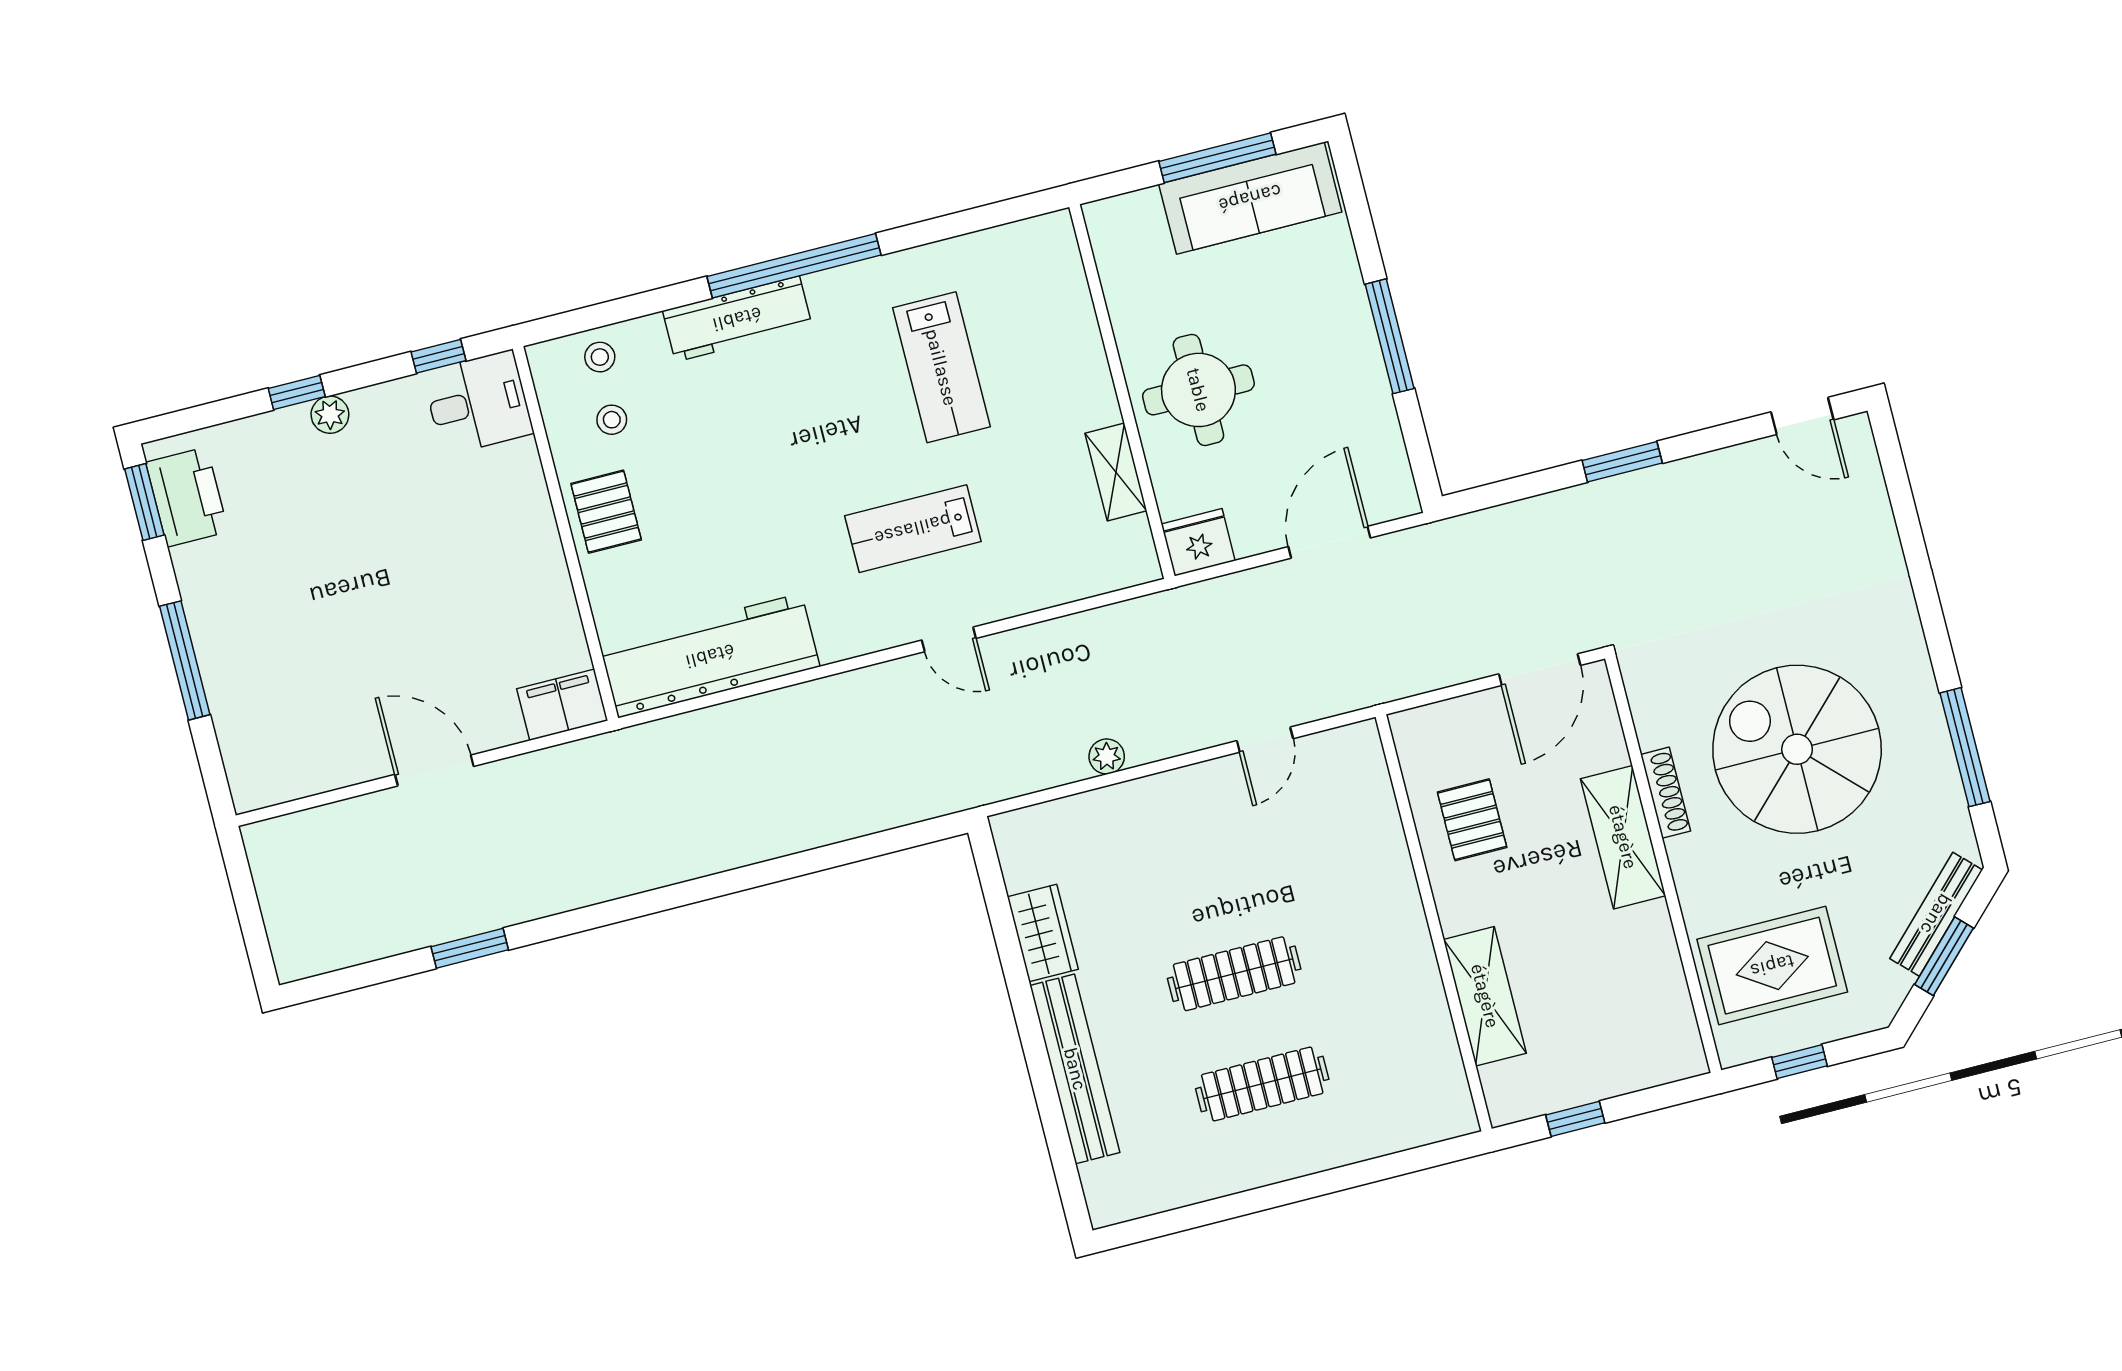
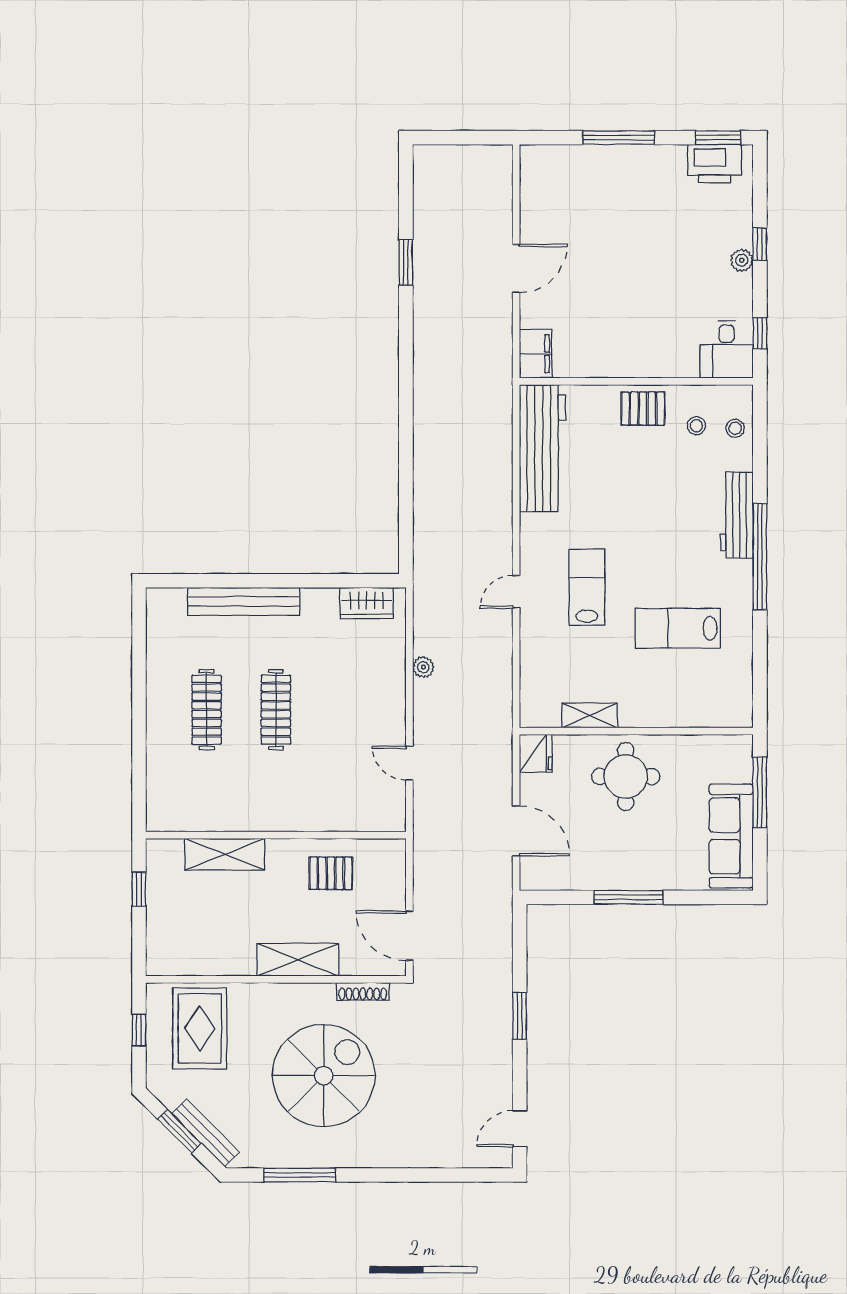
window: (1217, 158) -> (760, 792), moved
shoe rack: (1666, 793) -> (363, 992), moved
wardrobe: (1043, 933) -> (367, 603), moved

